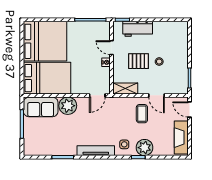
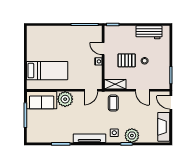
workbench: (138, 29) -> (149, 32), moved
bed: (45, 41) -> (45, 43), removed
bed: (47, 78) -> (47, 71), width x0.67
coffee table: (142, 114) -> (113, 103), moved

